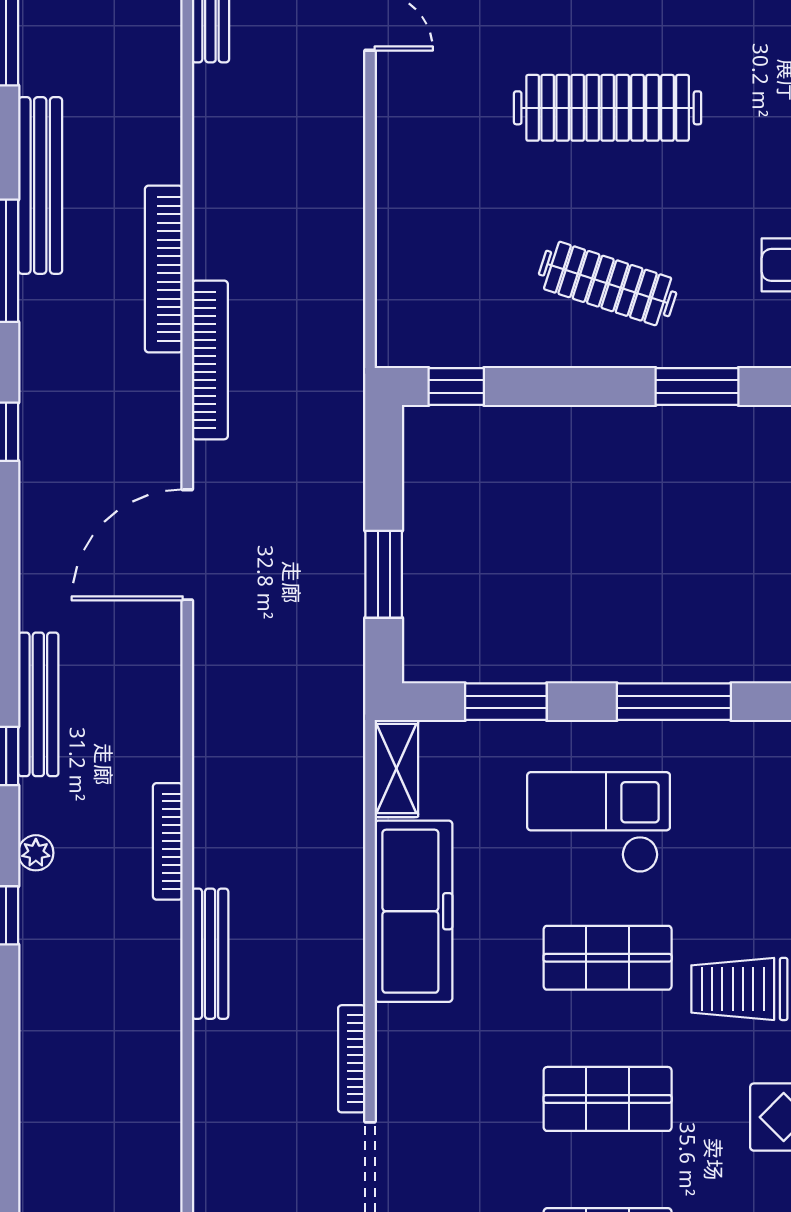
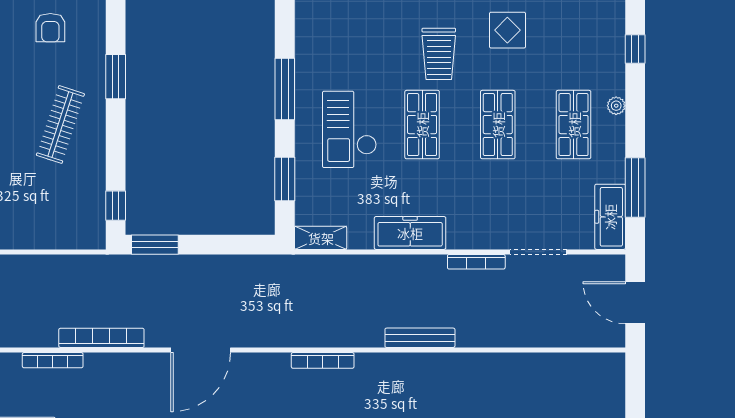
bookcase: (164, 269) -> (53, 360), width x0.68, depth x0.76
door: (187, 545) -> (201, 350), hinge flipped
window: (384, 574) -> (155, 245), moved
bookcase: (168, 841) -> (323, 360), moved
freezer: (413, 911) -> (410, 233), width x0.73, depth x0.79

